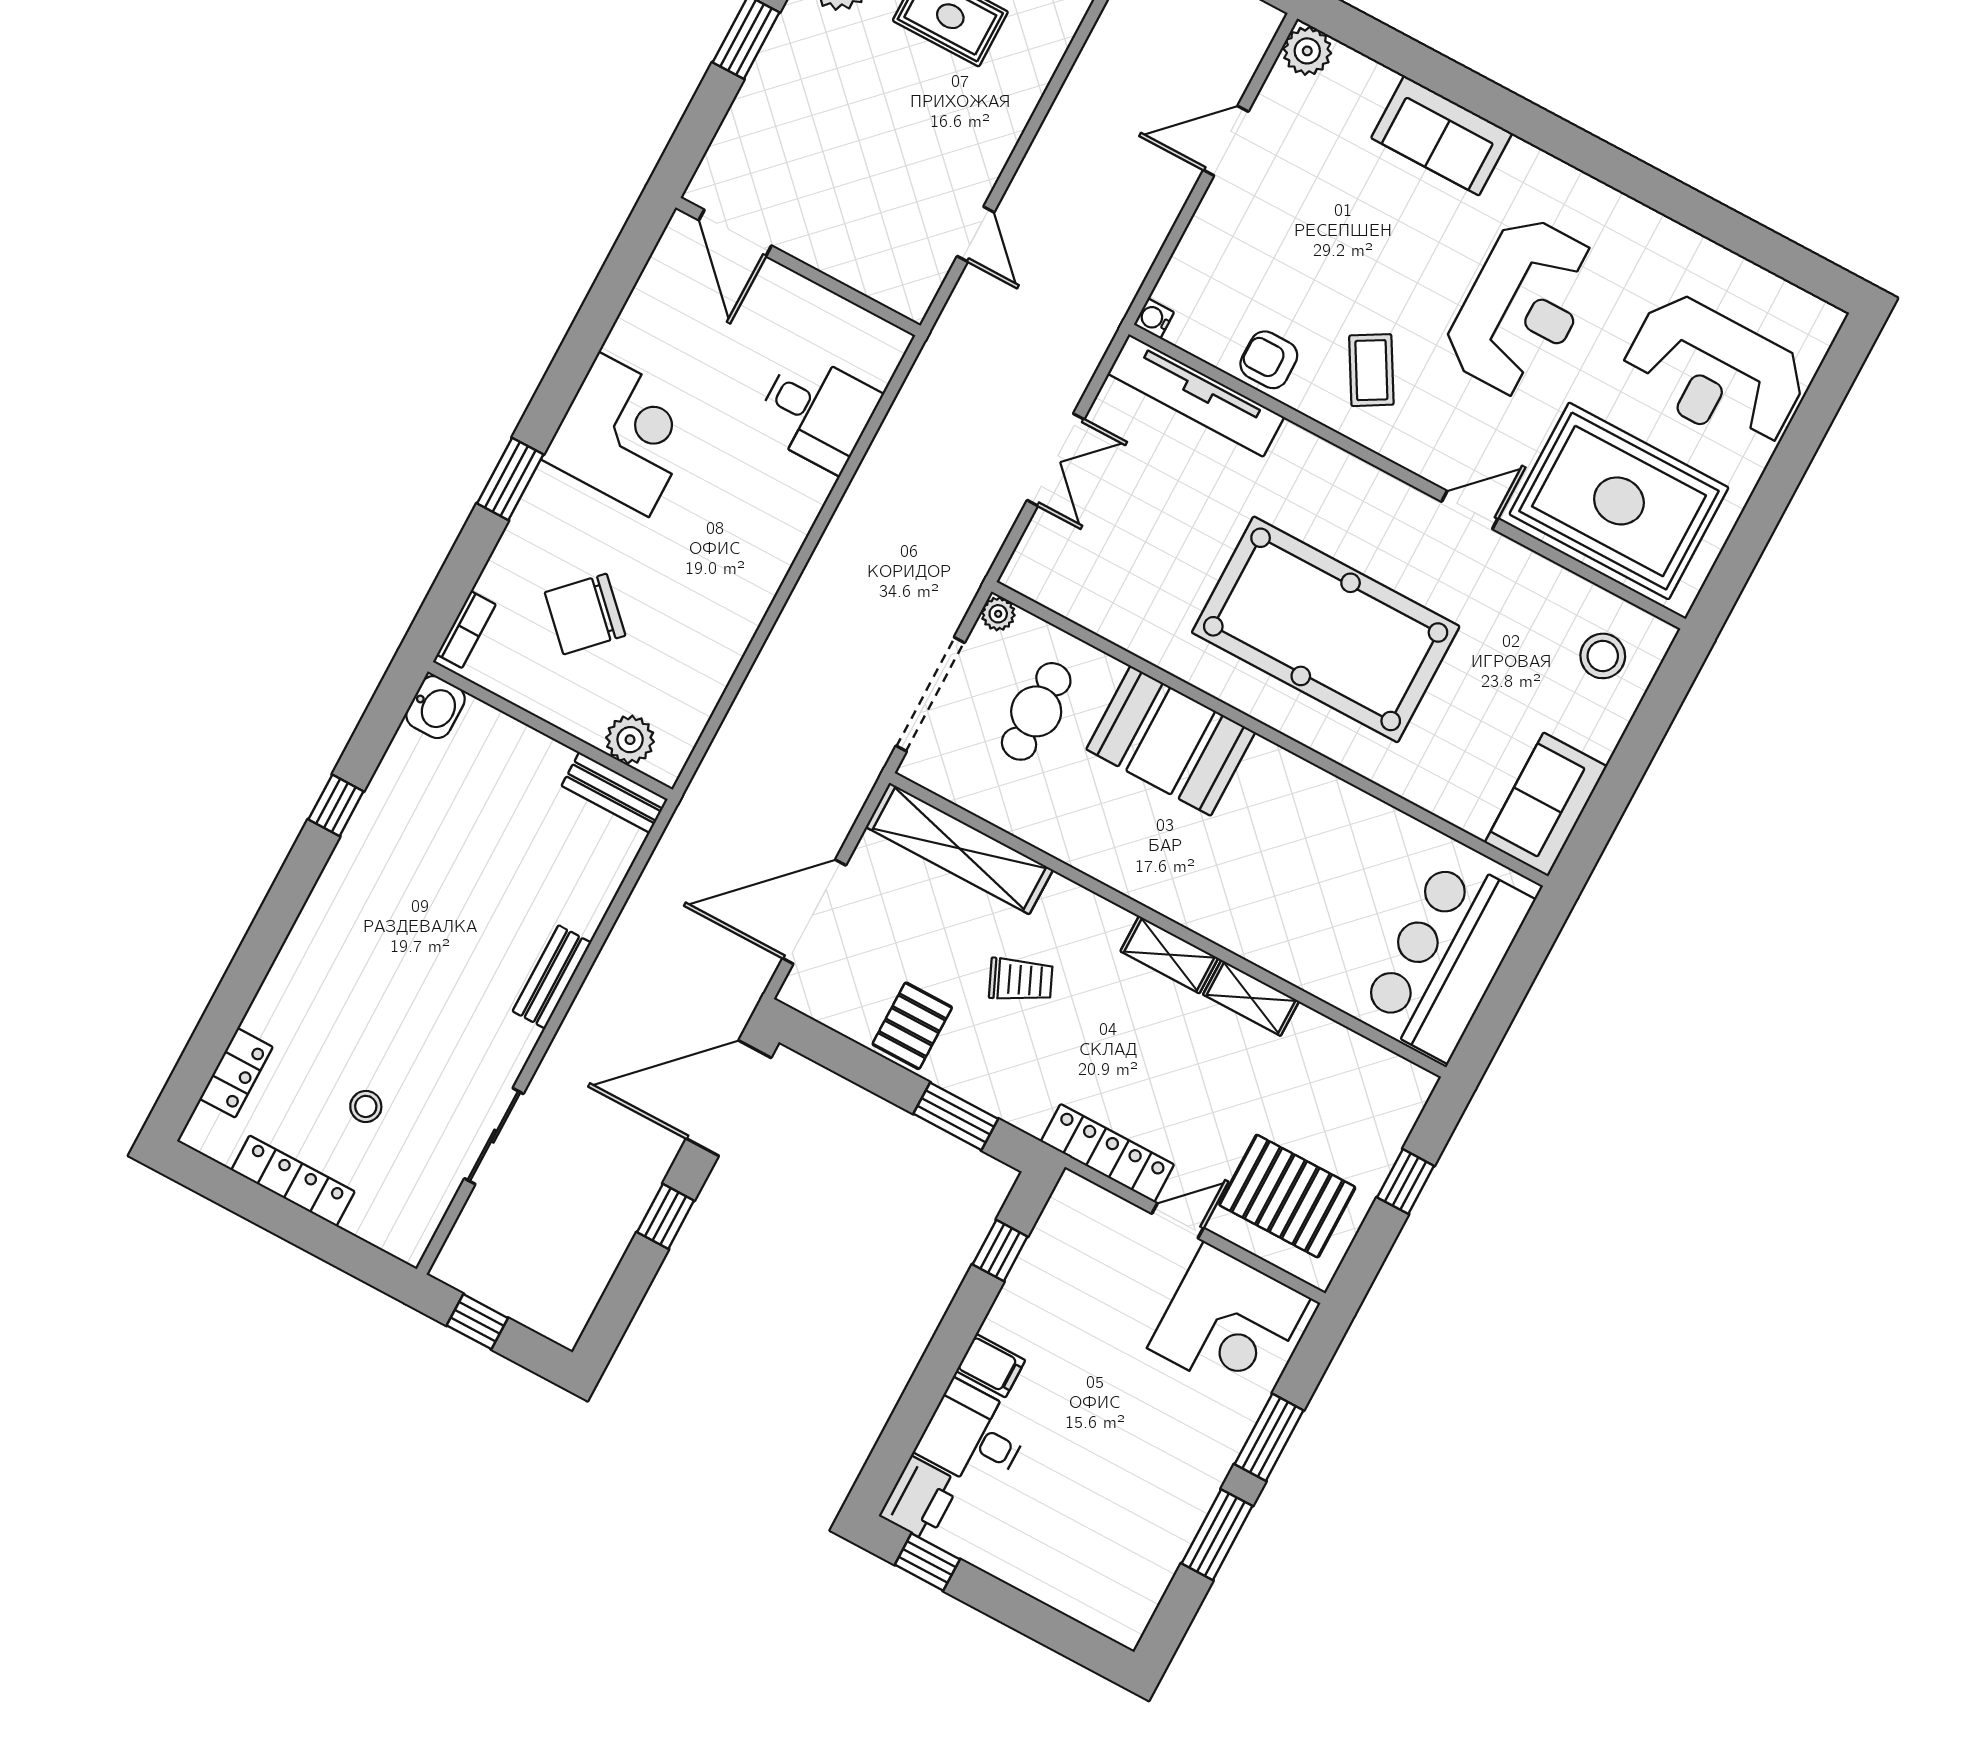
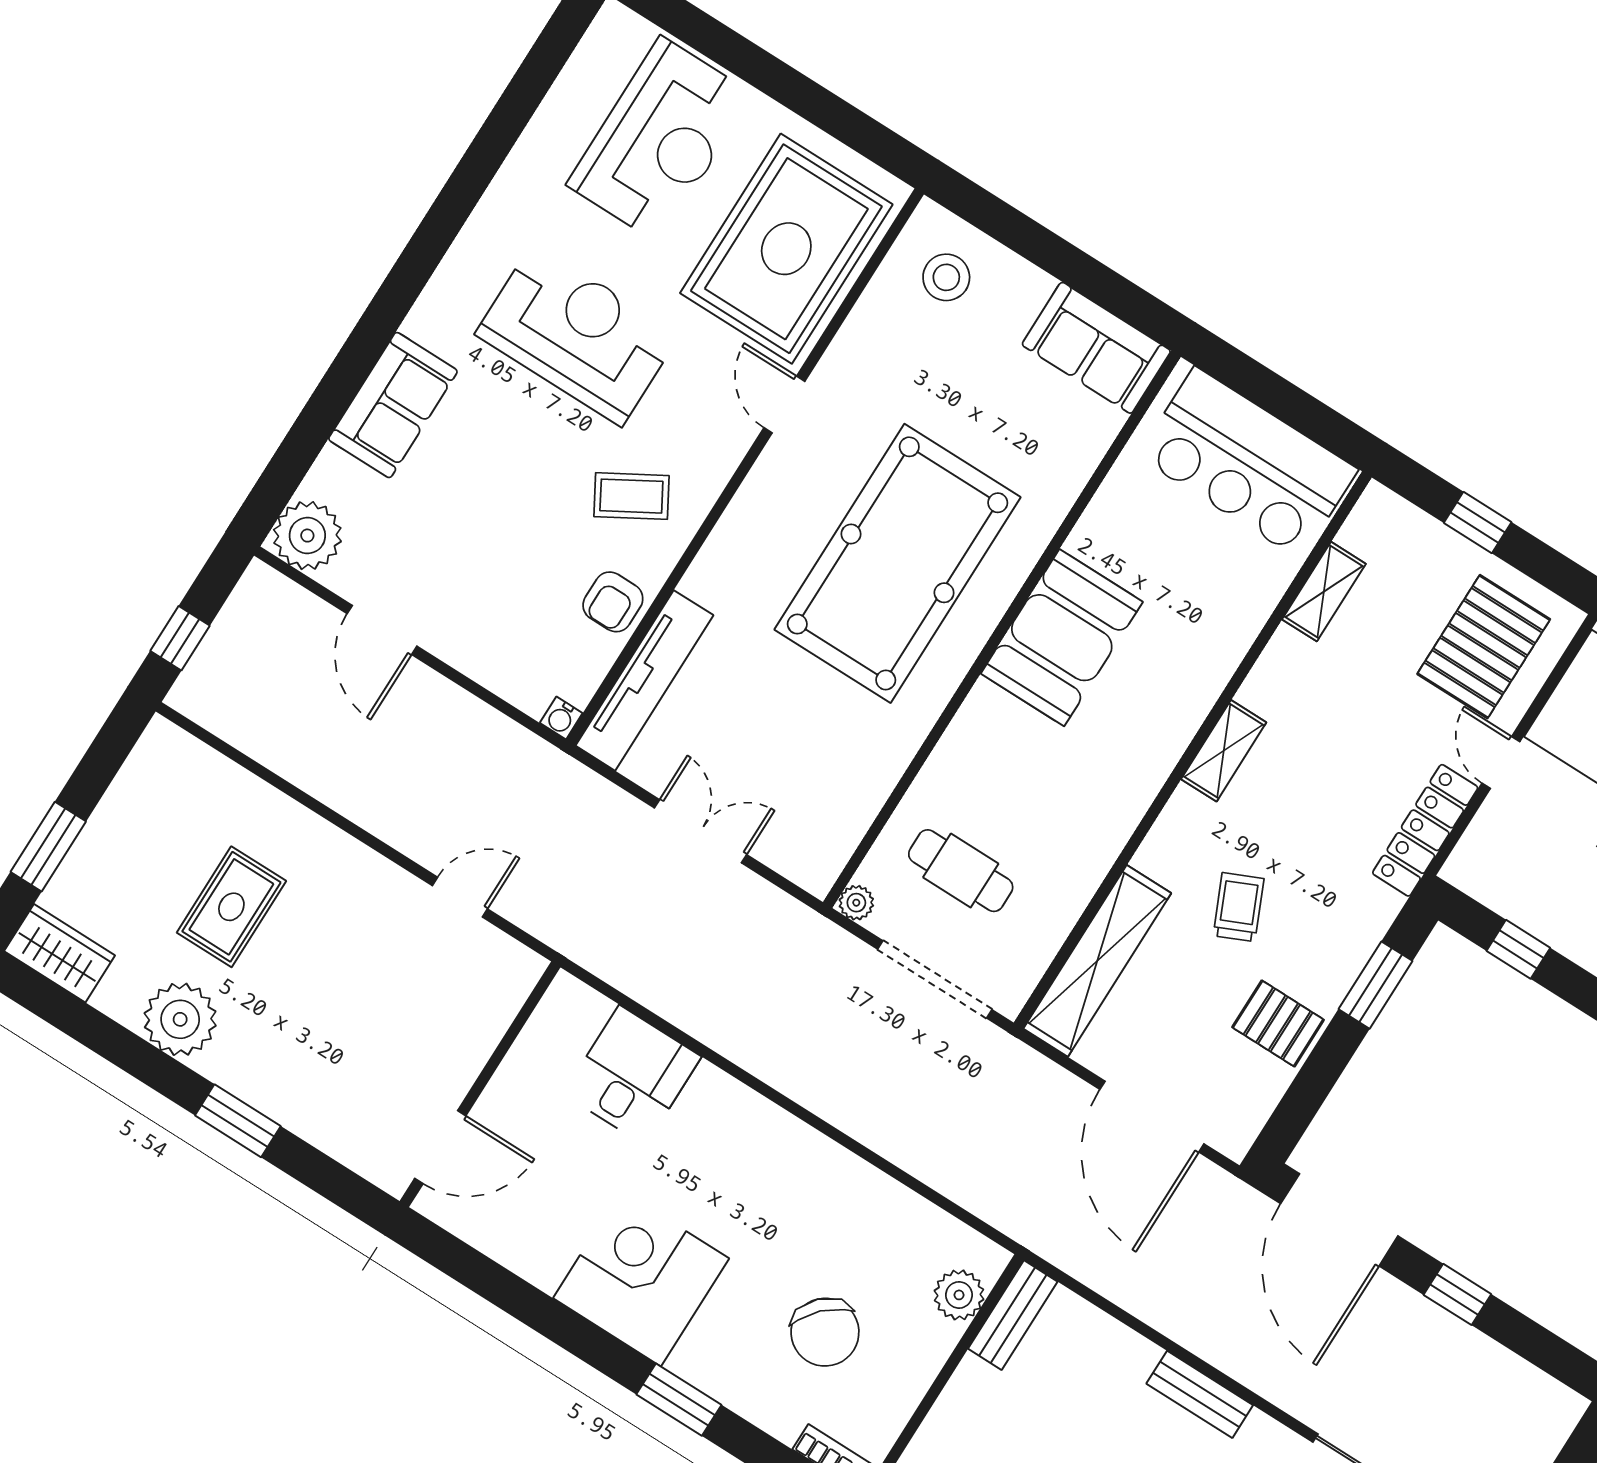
plant: (1307, 51) -> (307, 536), width x1.36, depth x1.36
booth: (1171, 741) -> (1062, 638), moved
shelving: (1251, 998) -> (1324, 592), moved

